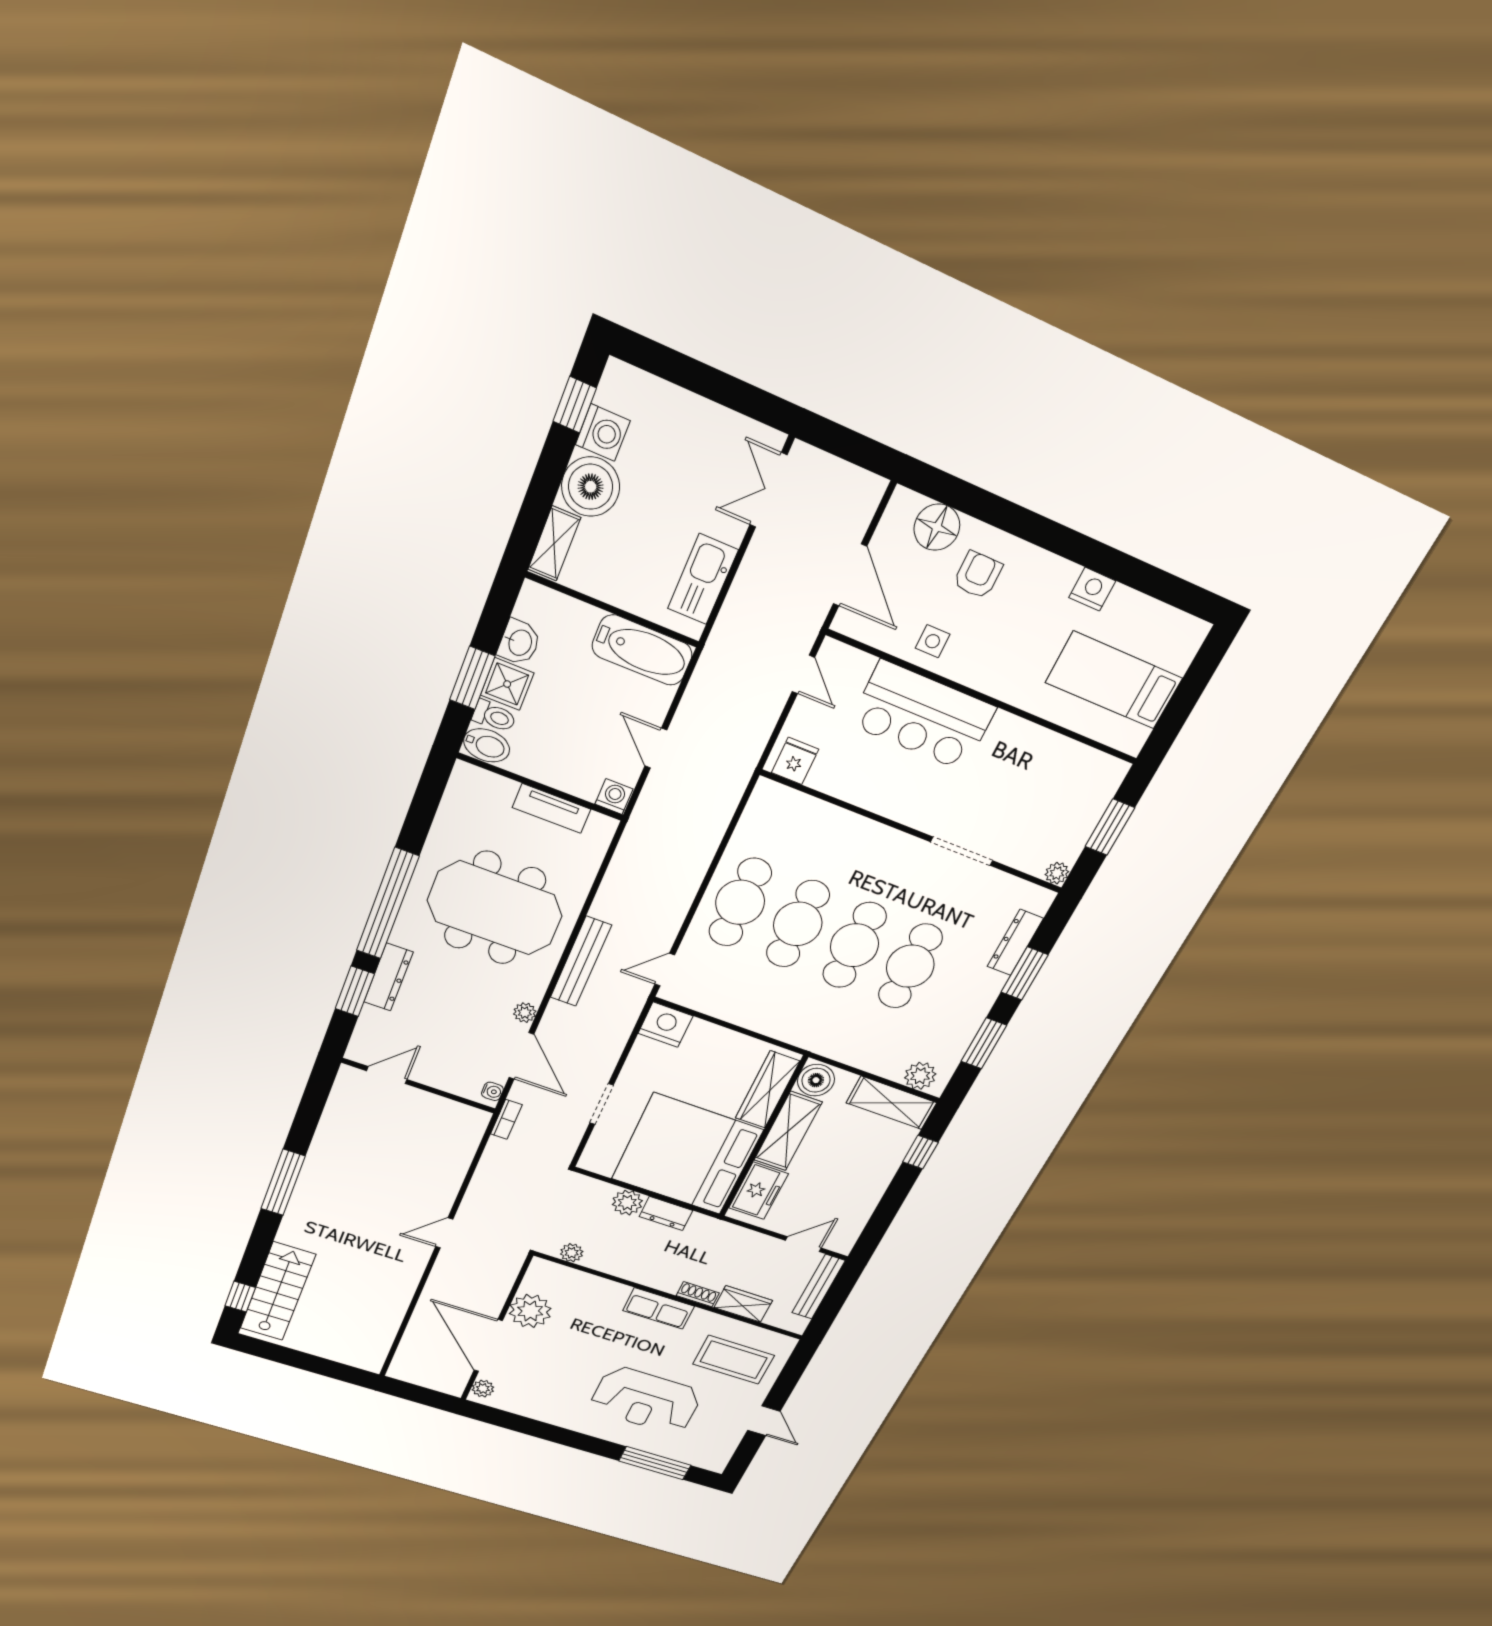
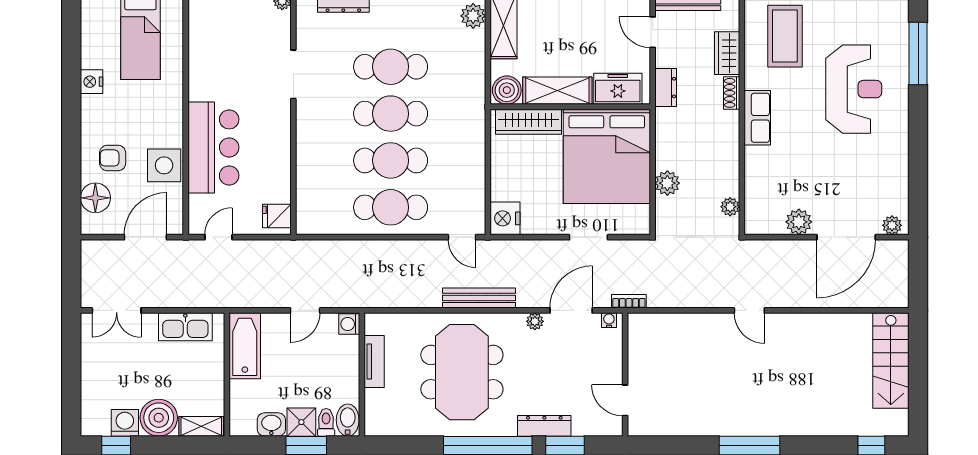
side table: (933, 641) -> (164, 165), width x1.87, depth x1.87
dresser: (666, 1213) -> (666, 88), moved
stairs: (278, 1291) -> (891, 361), moved, turned -90
plant: (530, 1311) -> (799, 222), width x0.73, depth x0.73

